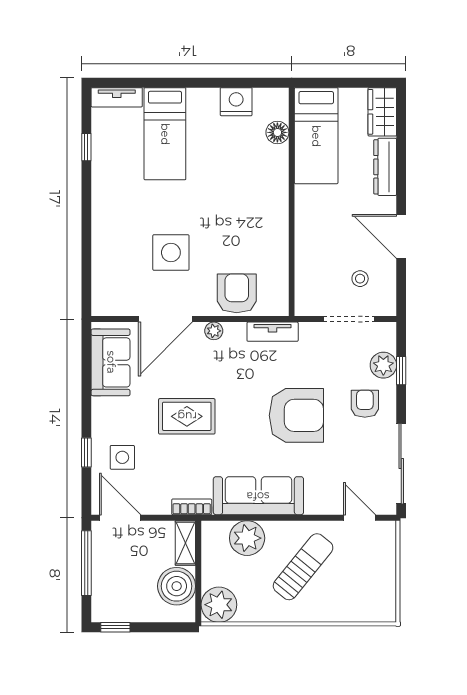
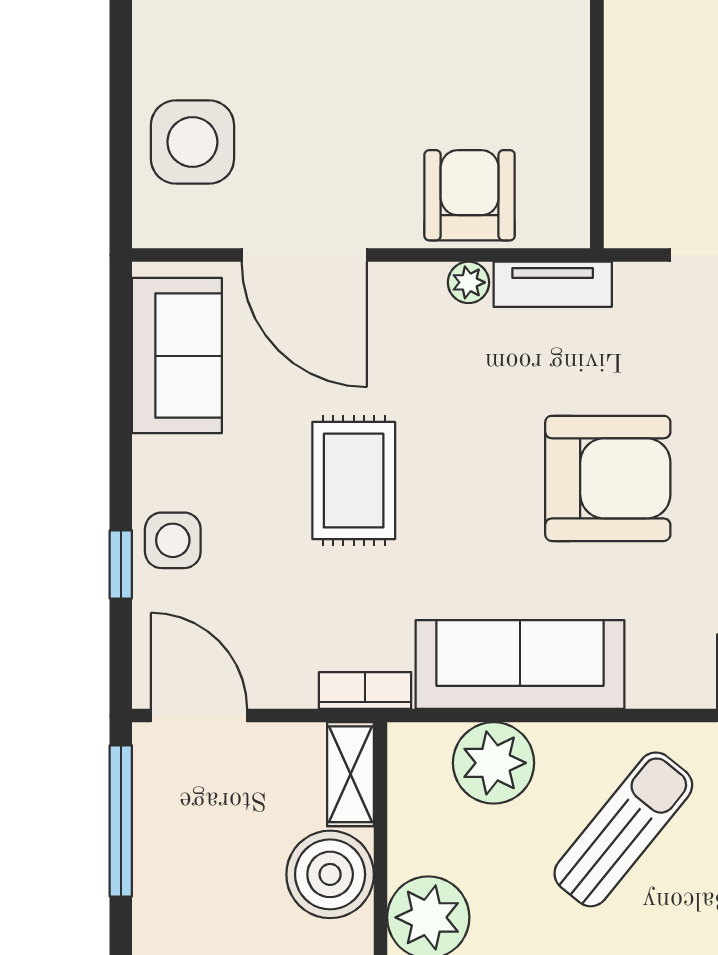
side table: (171, 253) -> (192, 142), moved
door: (165, 319) -> (304, 255), hinge flipped
plant: (214, 331) -> (468, 282), moved
rug: (187, 416) -> (354, 481), turned 90
side table: (122, 457) -> (173, 540), moved

